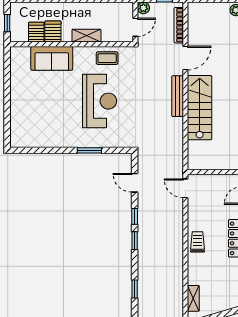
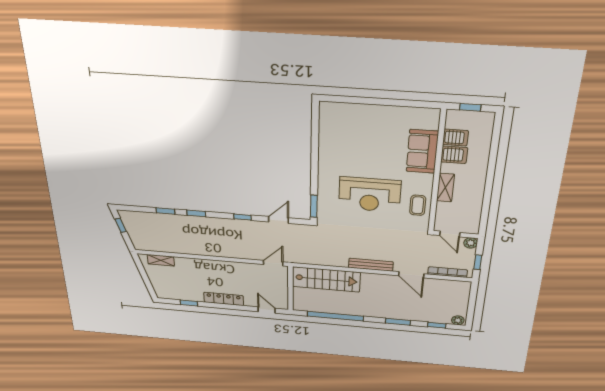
stairs: (200, 108) -> (326, 279), moved
window: (89, 150) -> (314, 206), moved
window: (135, 241) -> (196, 213), moved
trolley: (198, 242) -> (218, 269), removed

